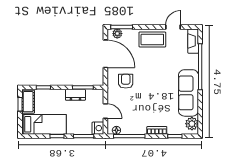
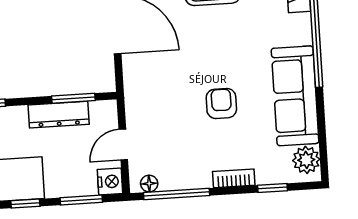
armchair: (126, 81) -> (221, 103), moved
dresser: (75, 95) -> (59, 115), width x1.44
door: (105, 111) -> (123, 145), swing flipped

